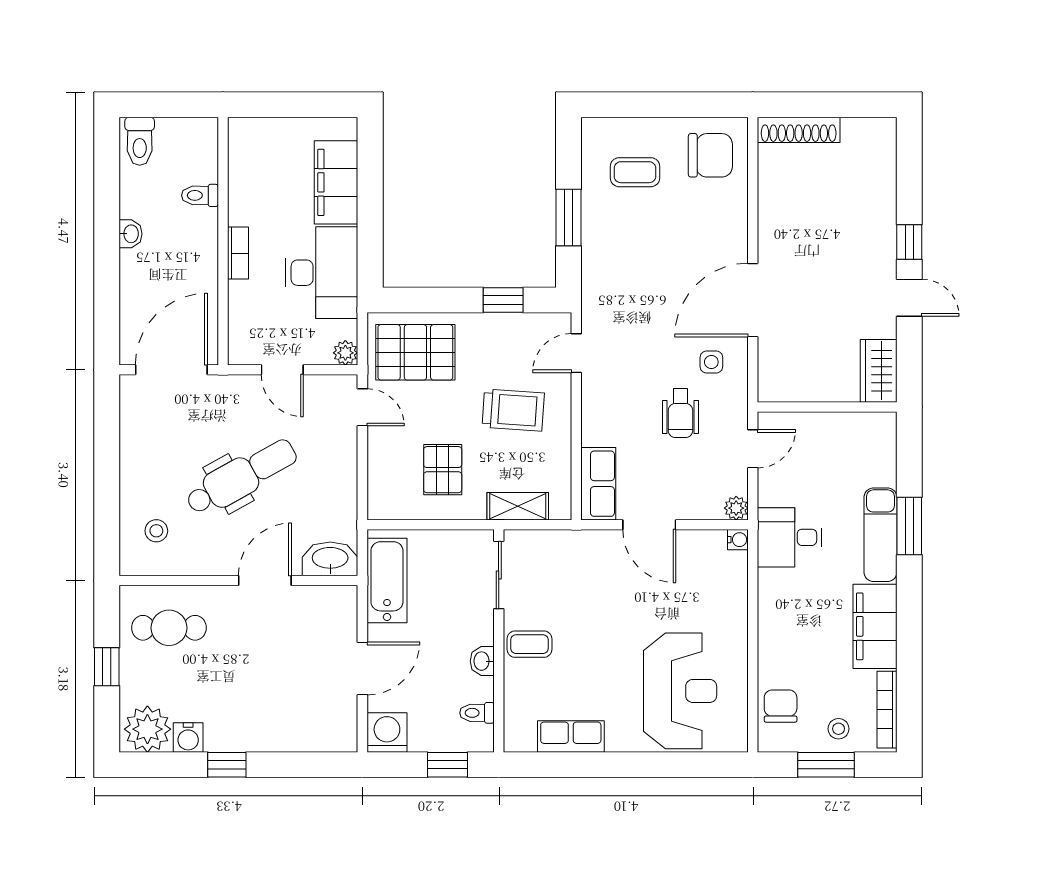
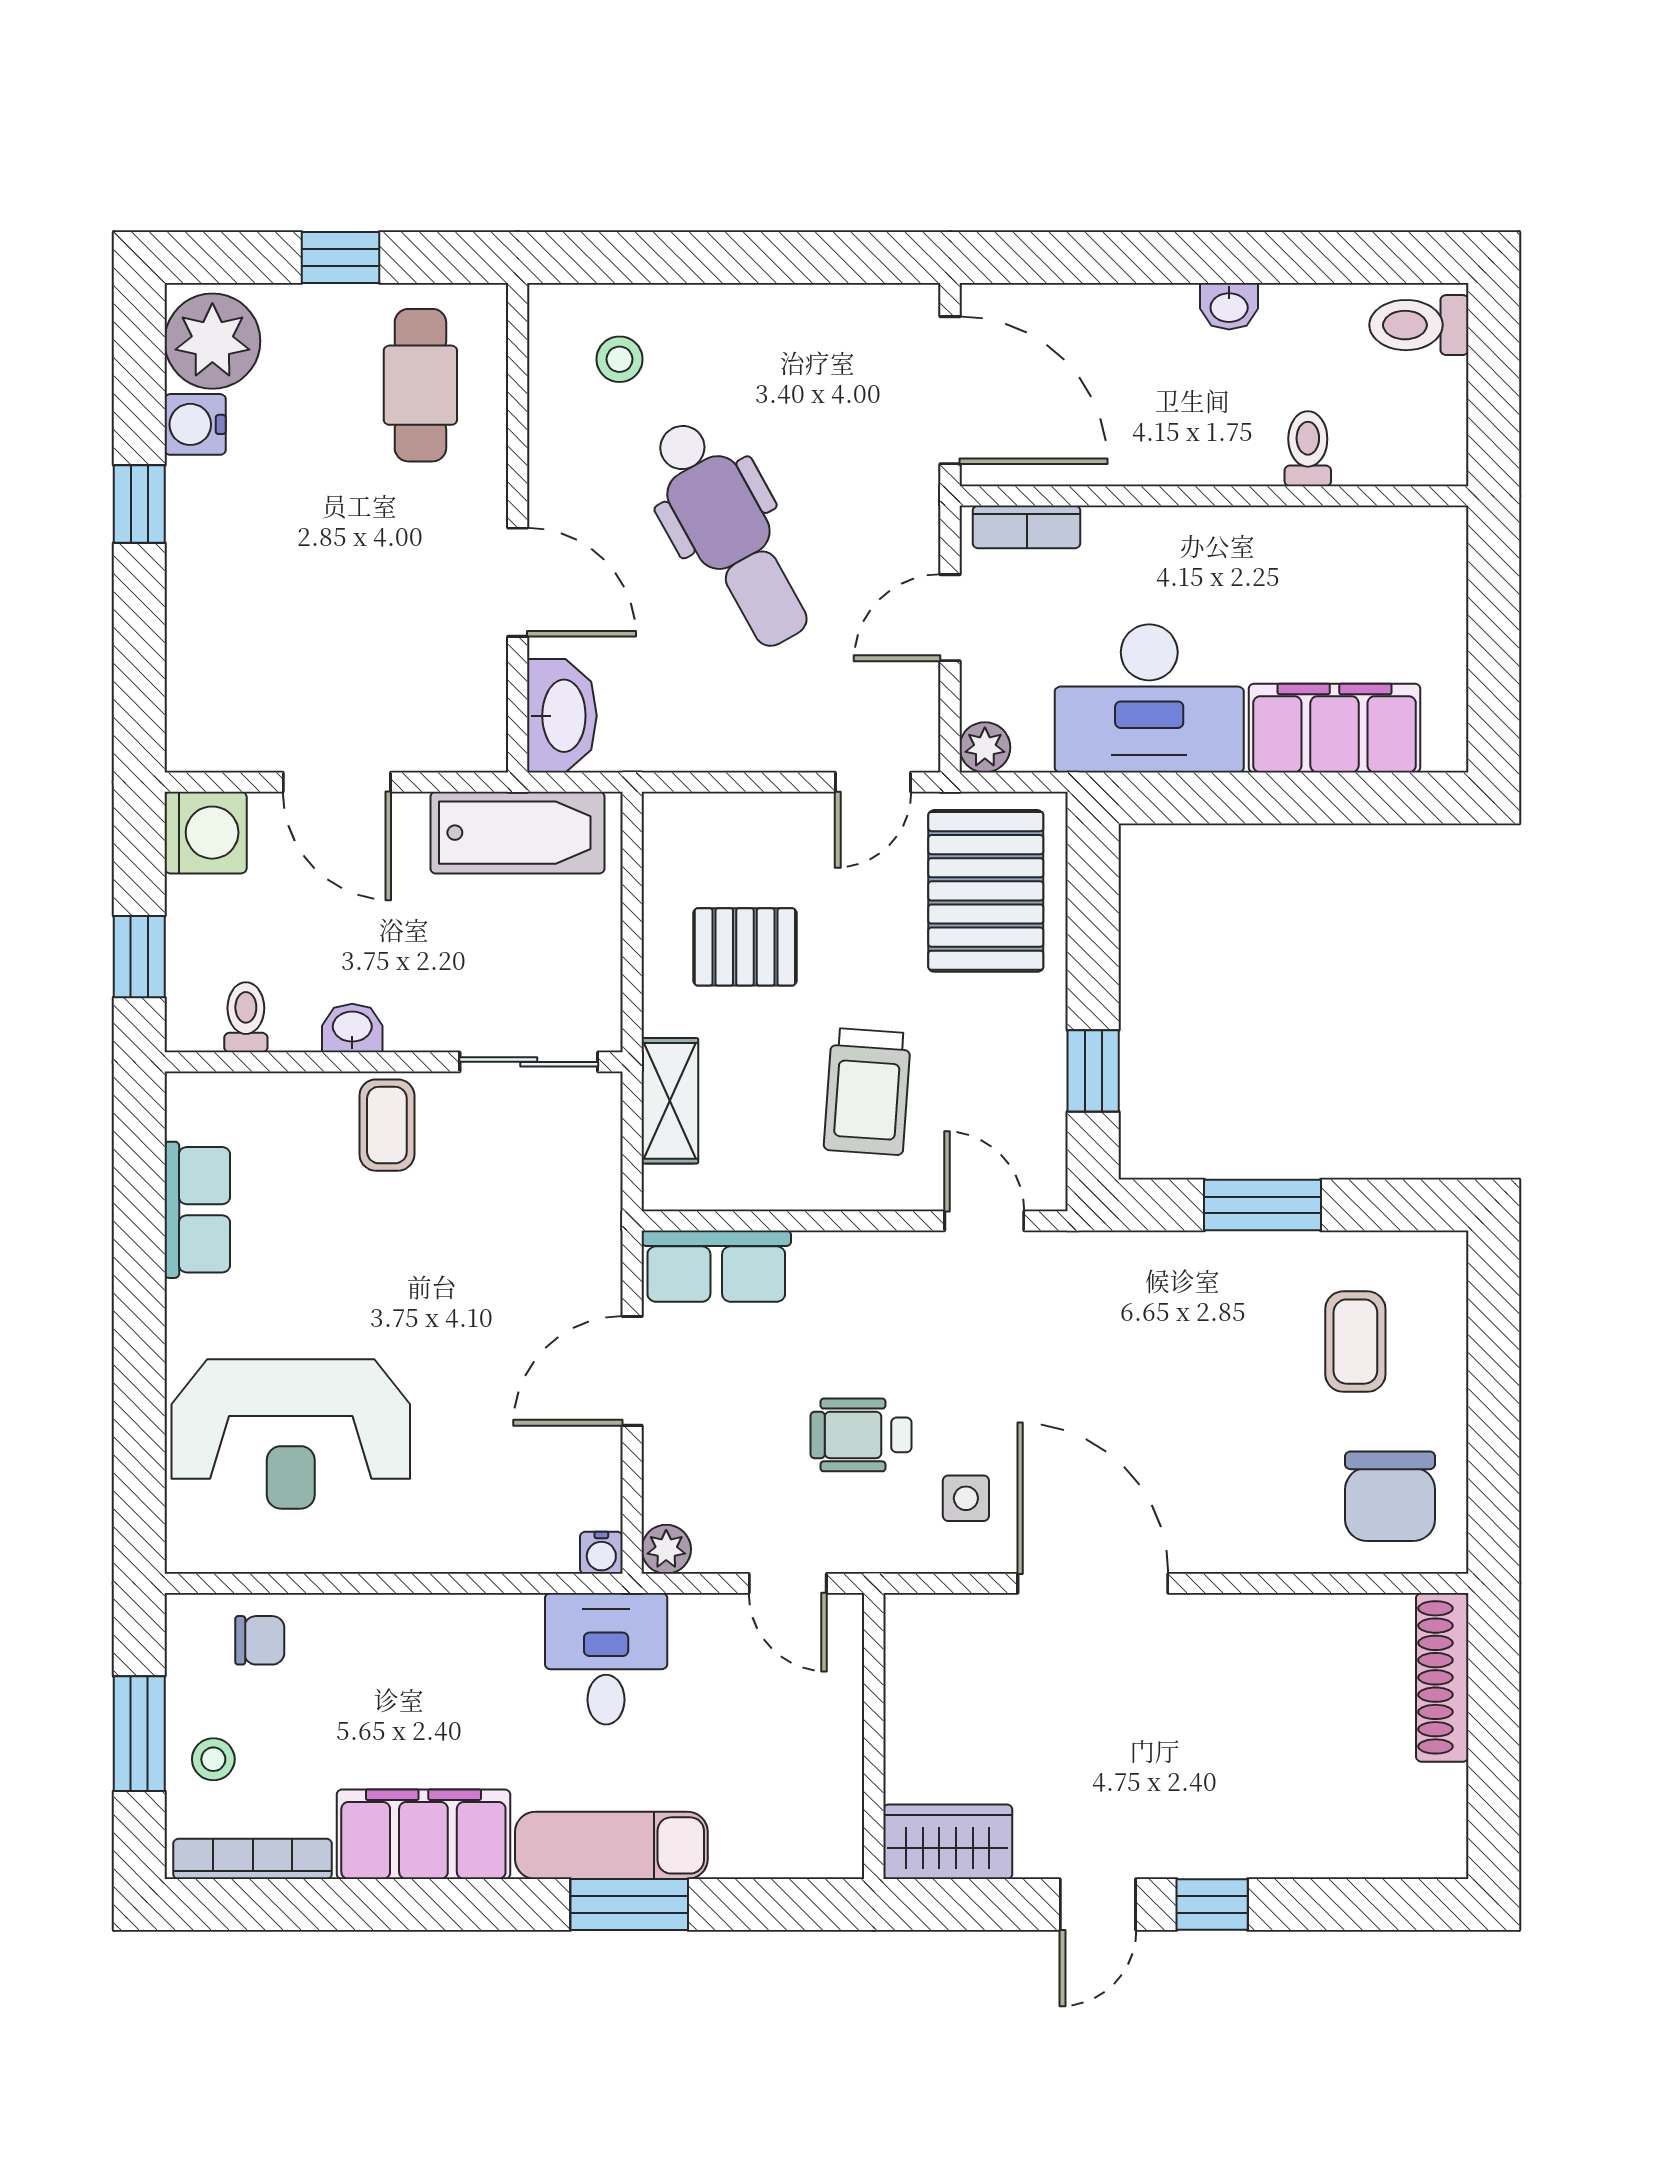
bookcase: (238, 253) -> (1027, 527), moved
chair: (781, 706) -> (260, 1640), width x0.73, depth x0.73

